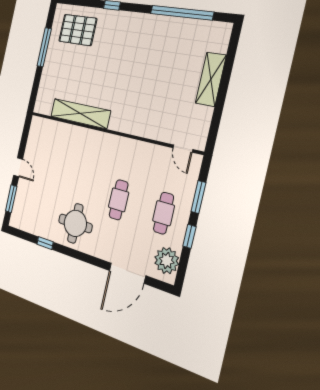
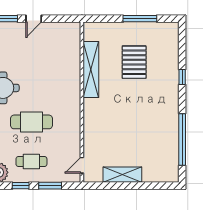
pallet: (78, 30) -> (134, 62), moved
shelving: (211, 79) -> (122, 175), moved
cafe table: (119, 200) -> (31, 122), width x1.37, depth x1.35

